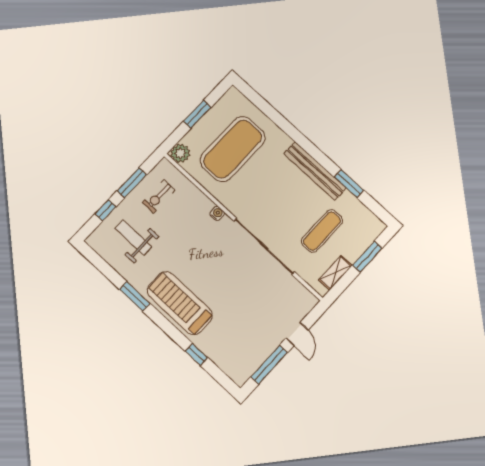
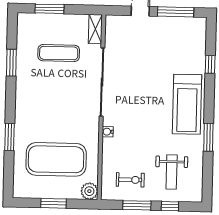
window: (286, 127) -> (10, 137), added
bench: (315, 171) -> (23, 92), removed
shelving: (335, 273) -> (95, 29), moved, turned 90

